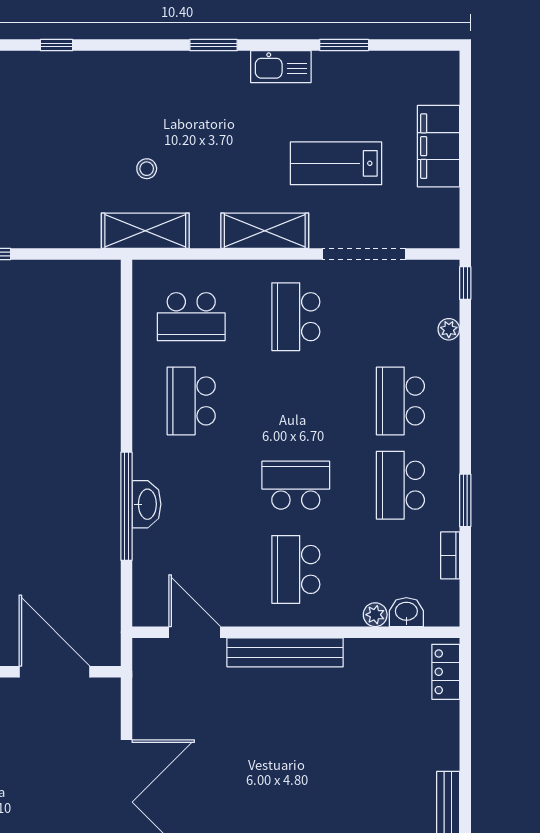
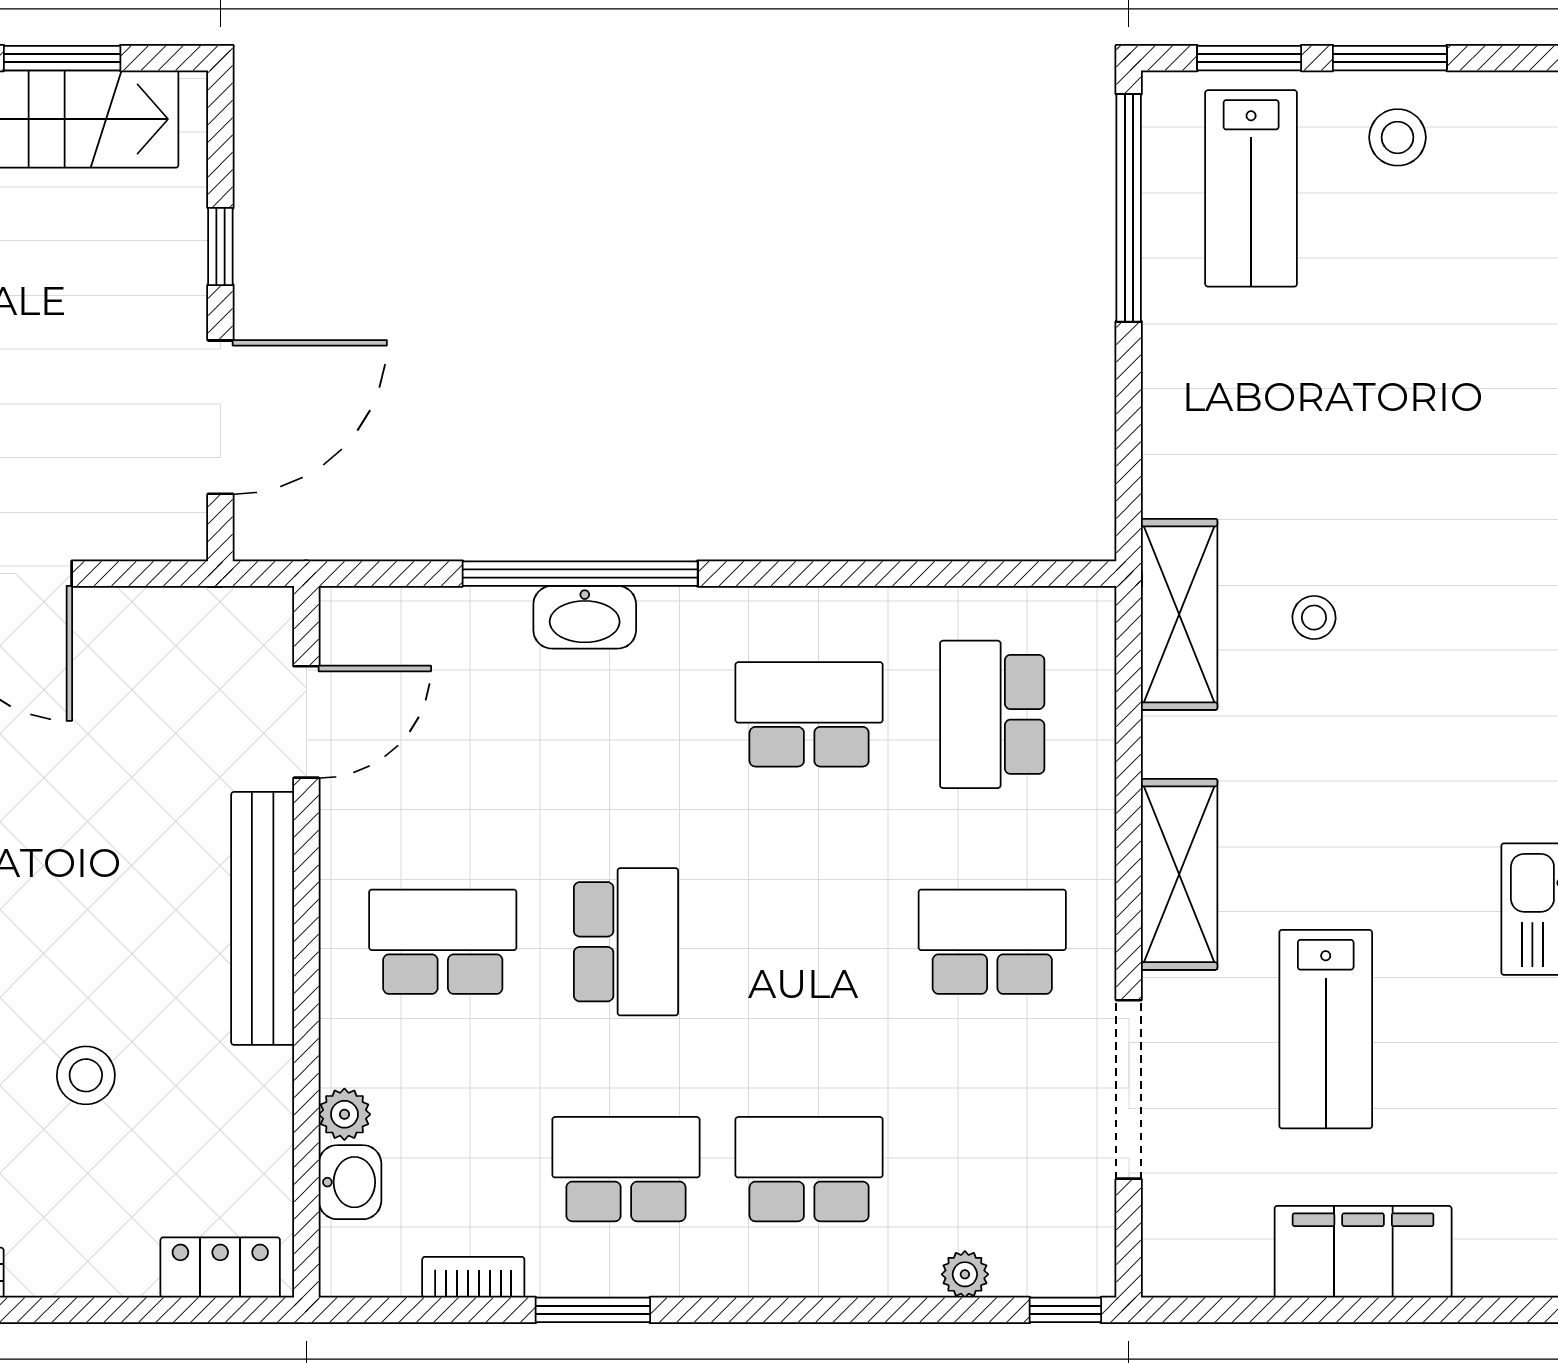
lab bench: (336, 163) -> (1326, 1029), turned 180
stool: (357, 734) -> (86, 1075), added

